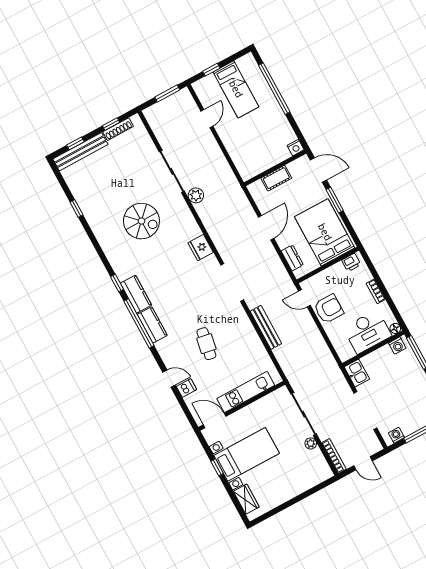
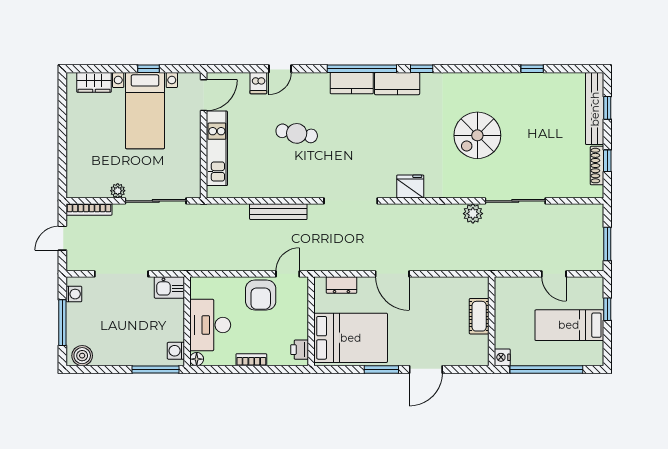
nightstand: (296, 148) -> (502, 357), moved
wall: (275, 168) -> (492, 321), moved
cot: (276, 178) -> (479, 316), moved

